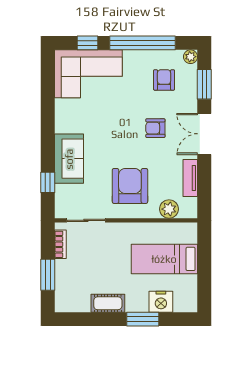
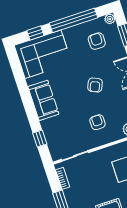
armchair: (155, 128) -> (95, 85), moved, turned -66
sofa: (69, 159) -> (43, 100), moved
armchair: (130, 186) -> (97, 122), width x0.53, depth x0.53

